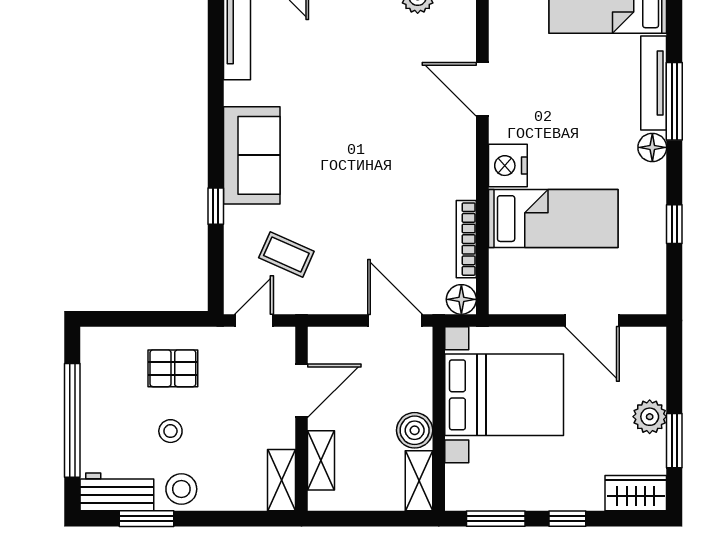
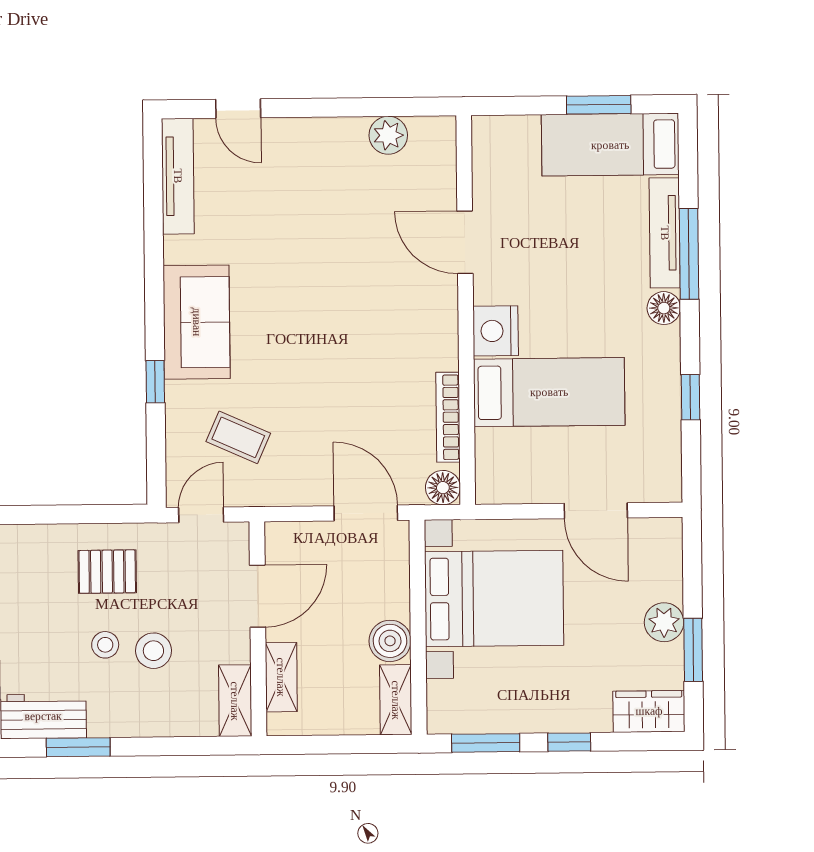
stool: (181, 489) -> (153, 651), moved

